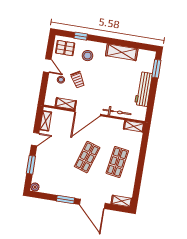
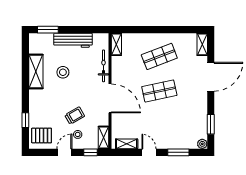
pallet: (65, 48) -> (42, 136), turned 90
stool: (87, 56) -> (63, 72), moved
window: (44, 88) -> (90, 152), added
shelving: (66, 104) -> (103, 137), moved
shop shelf: (87, 157) -> (159, 91), turned -30
shop shelf: (117, 162) -> (159, 56), turned -30
window: (65, 200) -> (211, 124), moved

